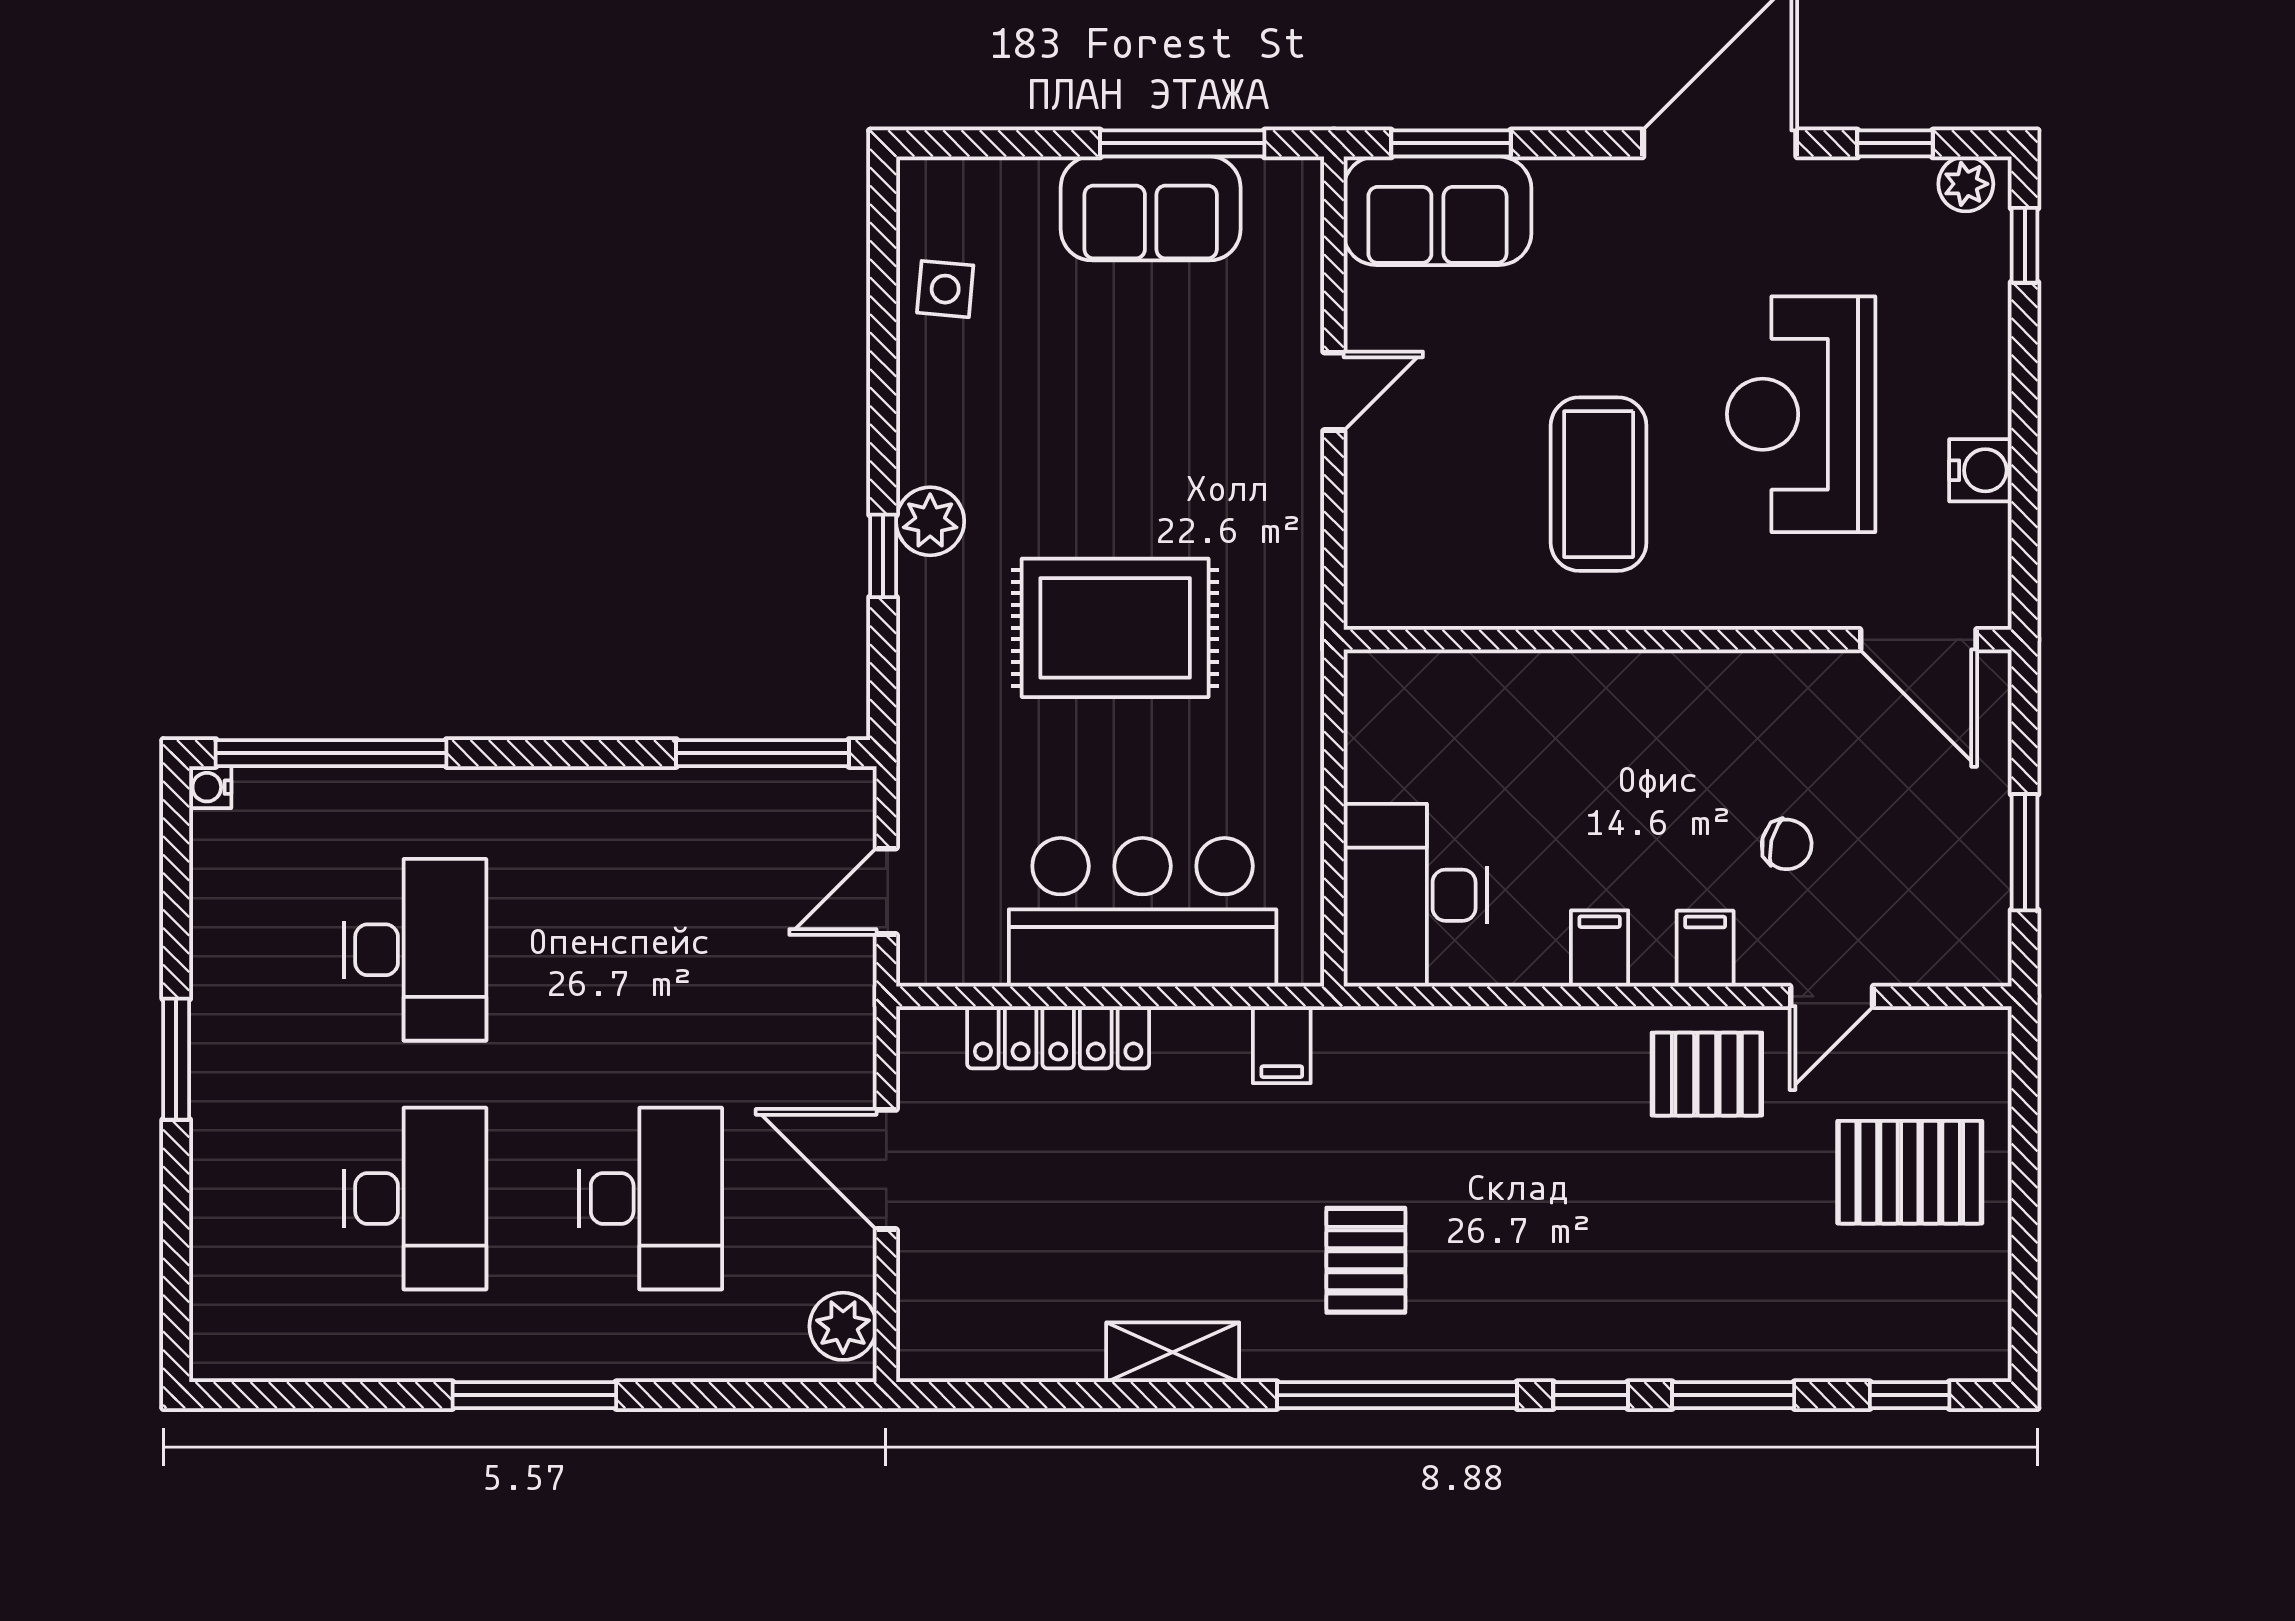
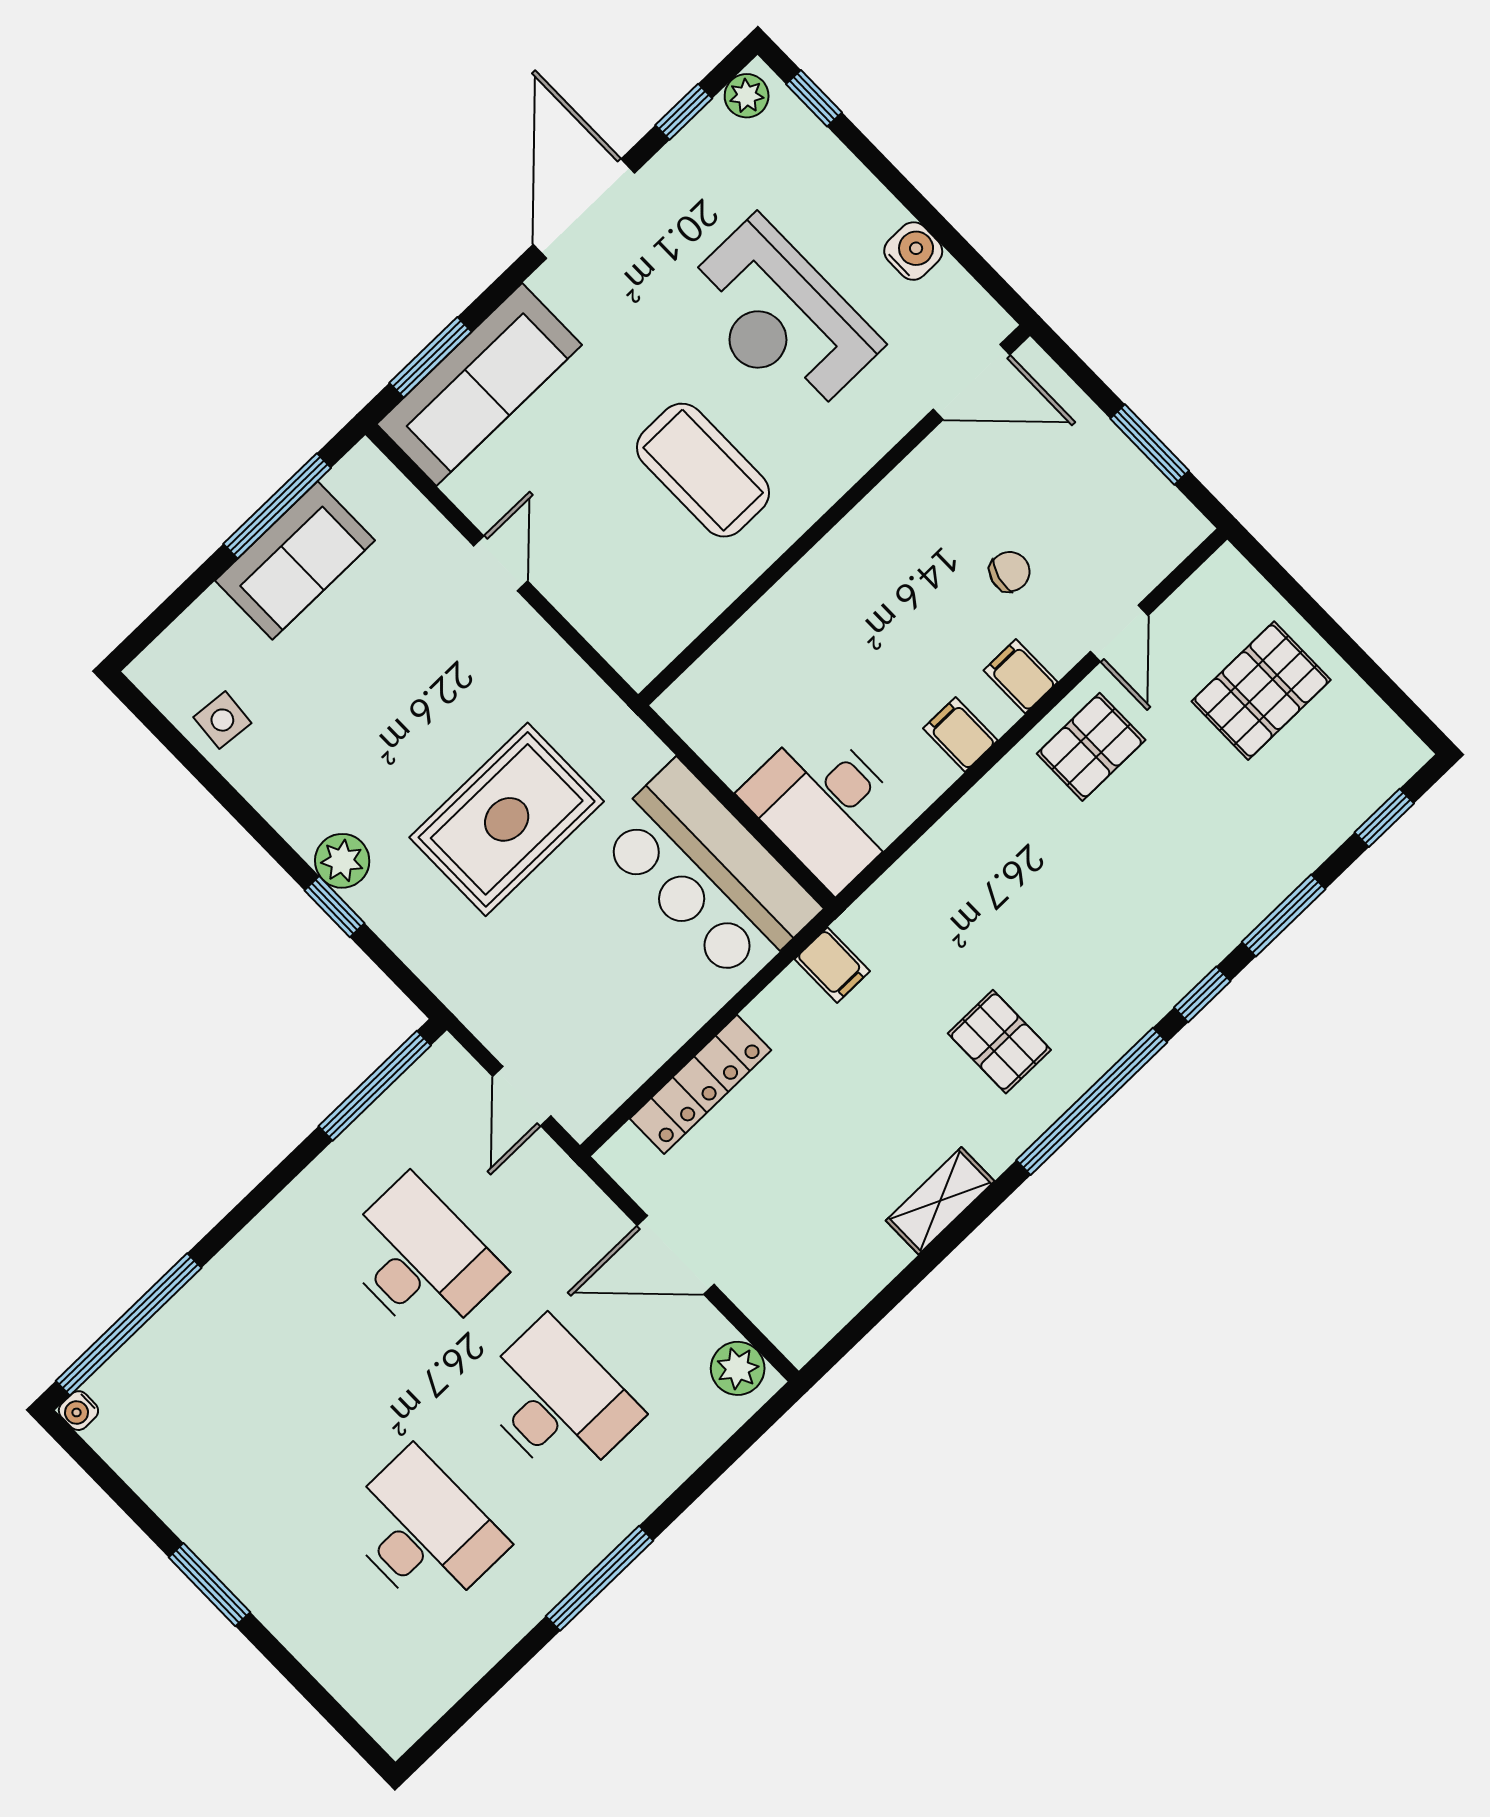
sofa: (1437, 211) -> (479, 384), width x1.36
bar counter: (1143, 912) -> (708, 873), moved, turned -90
desk: (415, 950) -> (420, 1260), moved

